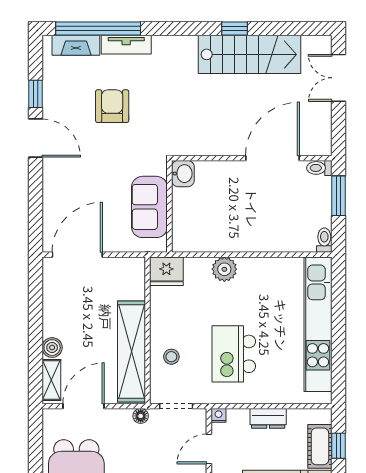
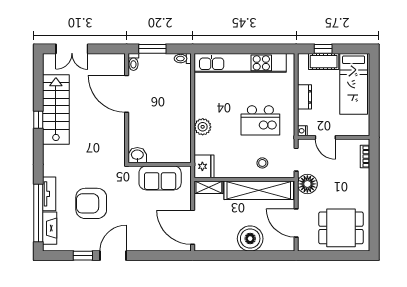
armchair: (112, 106) -> (91, 203), width x1.36, depth x1.36
boiler: (52, 348) -> (250, 239), width x1.86, depth x1.86
shelving: (51, 380) -> (209, 187), moved
floor lamp: (141, 416) -> (307, 184), width x1.89, depth x1.89

